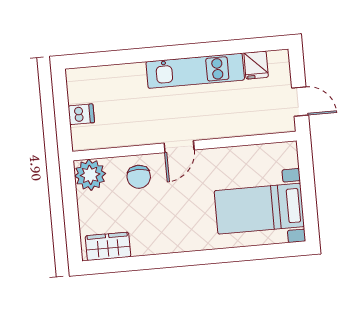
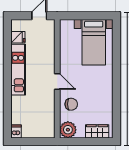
dishwasher: (81, 114) -> (16, 131), moved
wardrobe: (108, 246) -> (97, 131), moved, turned 90

